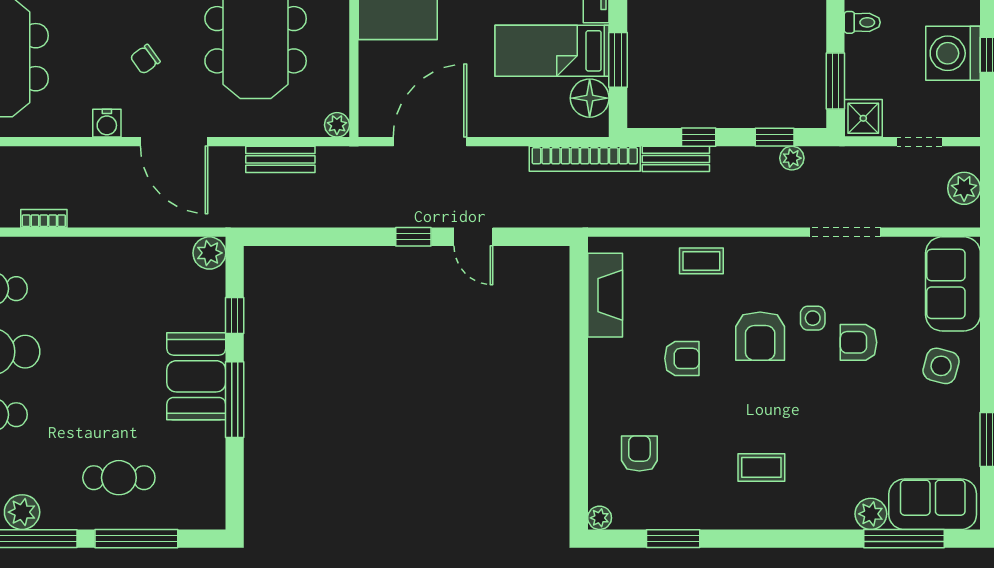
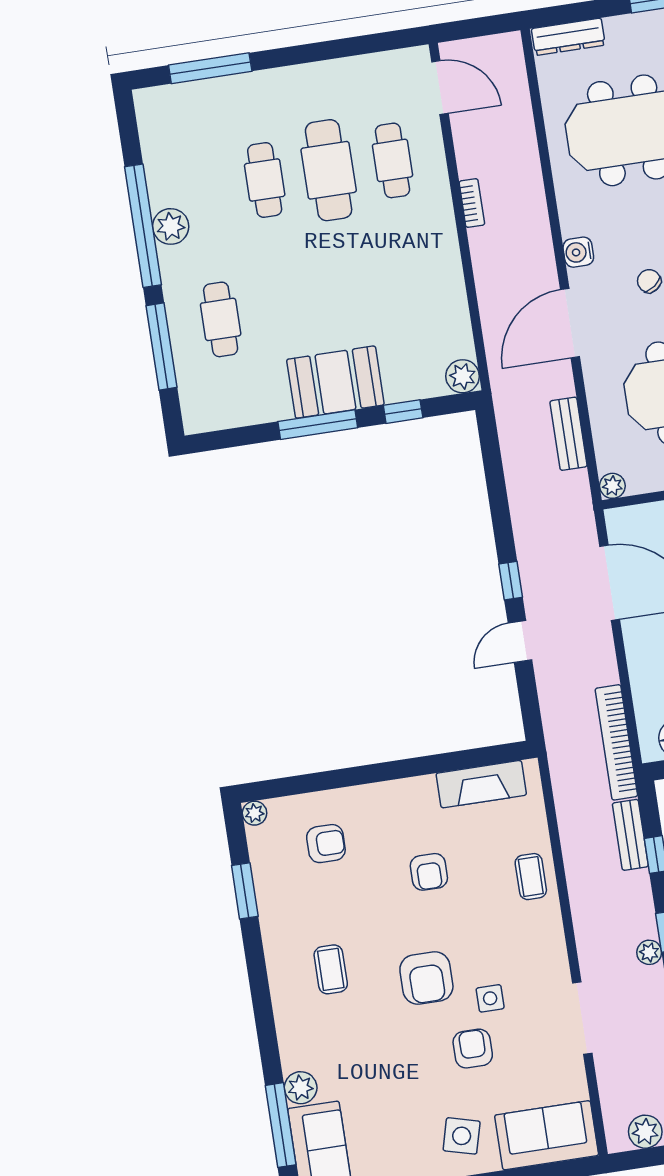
armchair: (760, 336) -> (426, 978), moved, turned -90

